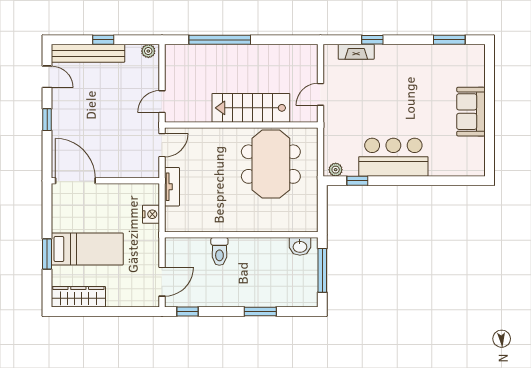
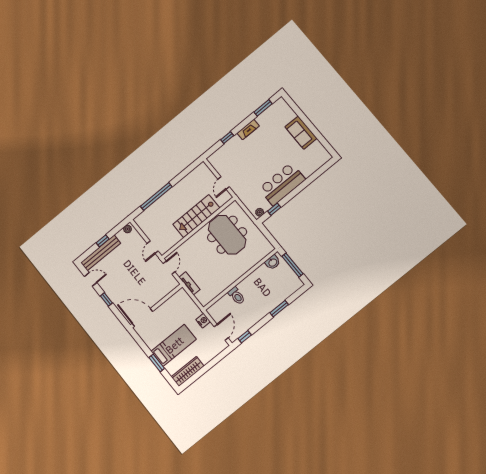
fireplace: (356, 52) -> (248, 129), moved
nightstand: (151, 214) -> (203, 321), moved

